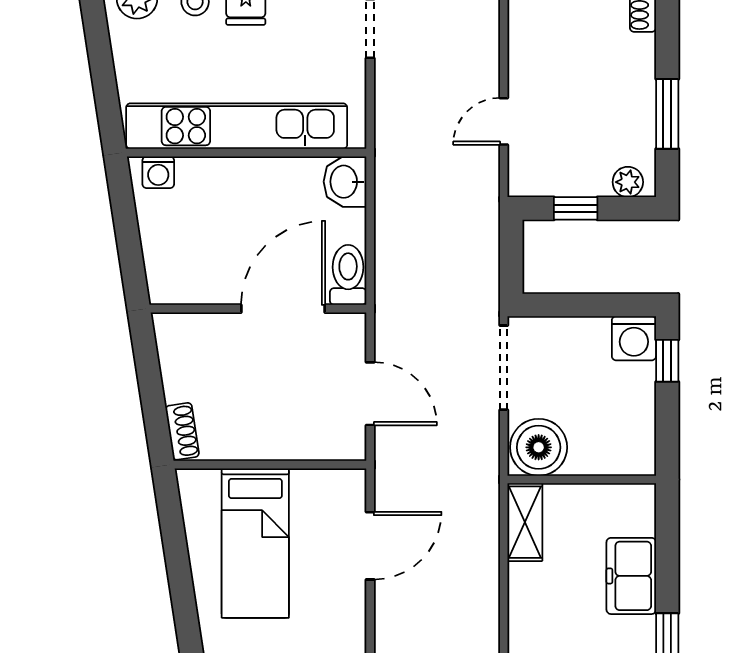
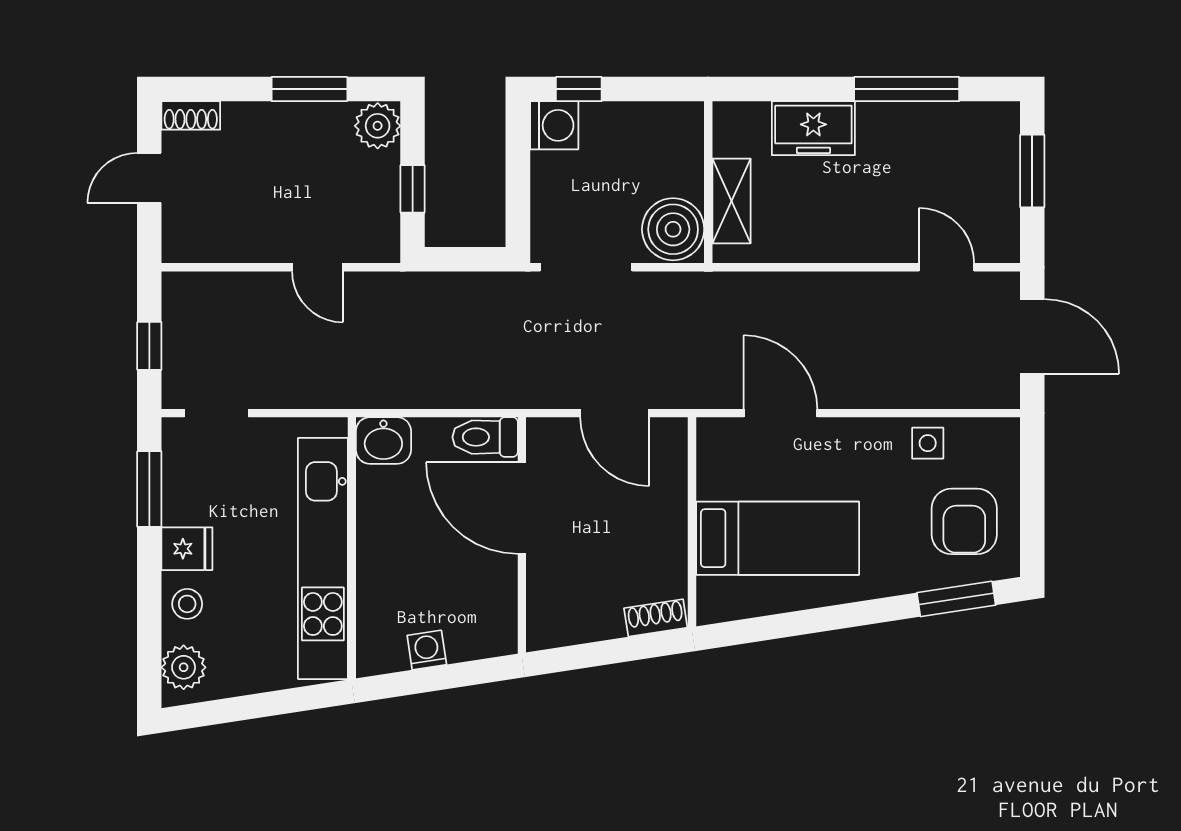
washing machine: (158, 172) -> (427, 650), moved, turned -99
plant: (628, 182) -> (378, 126), width x1.38, depth x1.38
door: (370, 394) -> (615, 413), swing flipped
shelving: (525, 522) -> (731, 201), moved, turned 90

